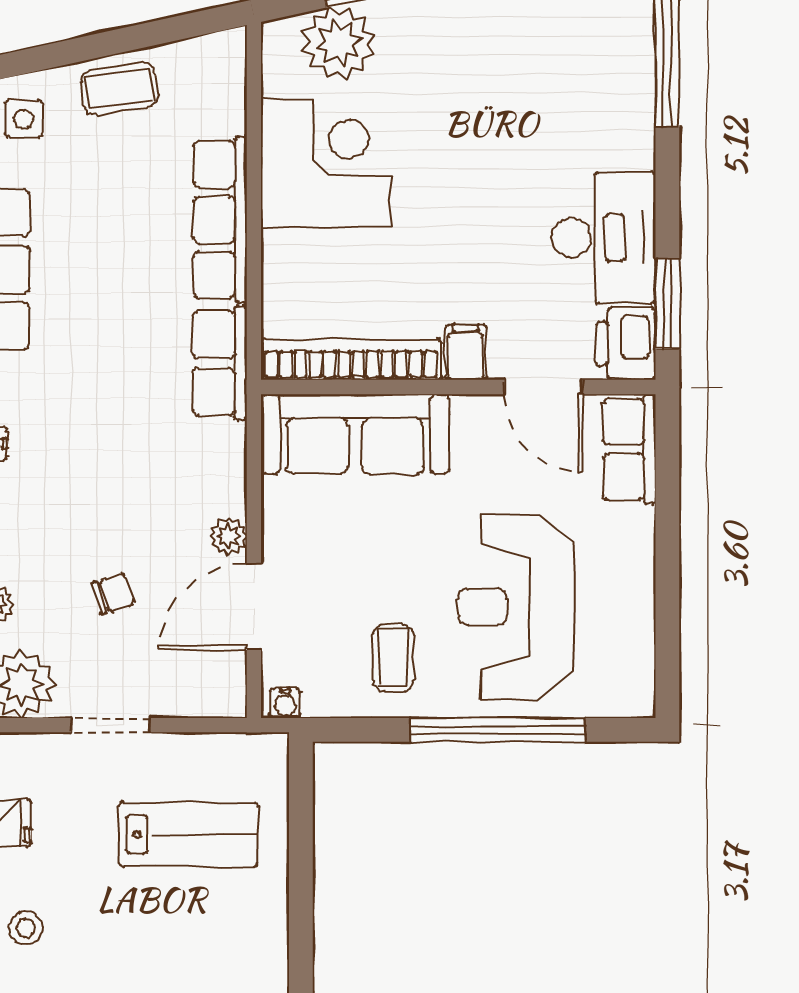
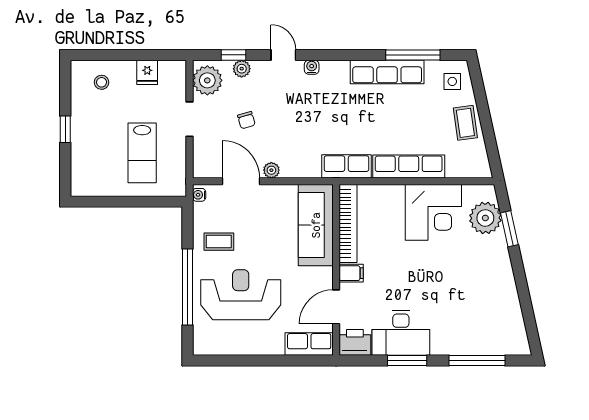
window: (667, 304) -> (407, 360), moved

